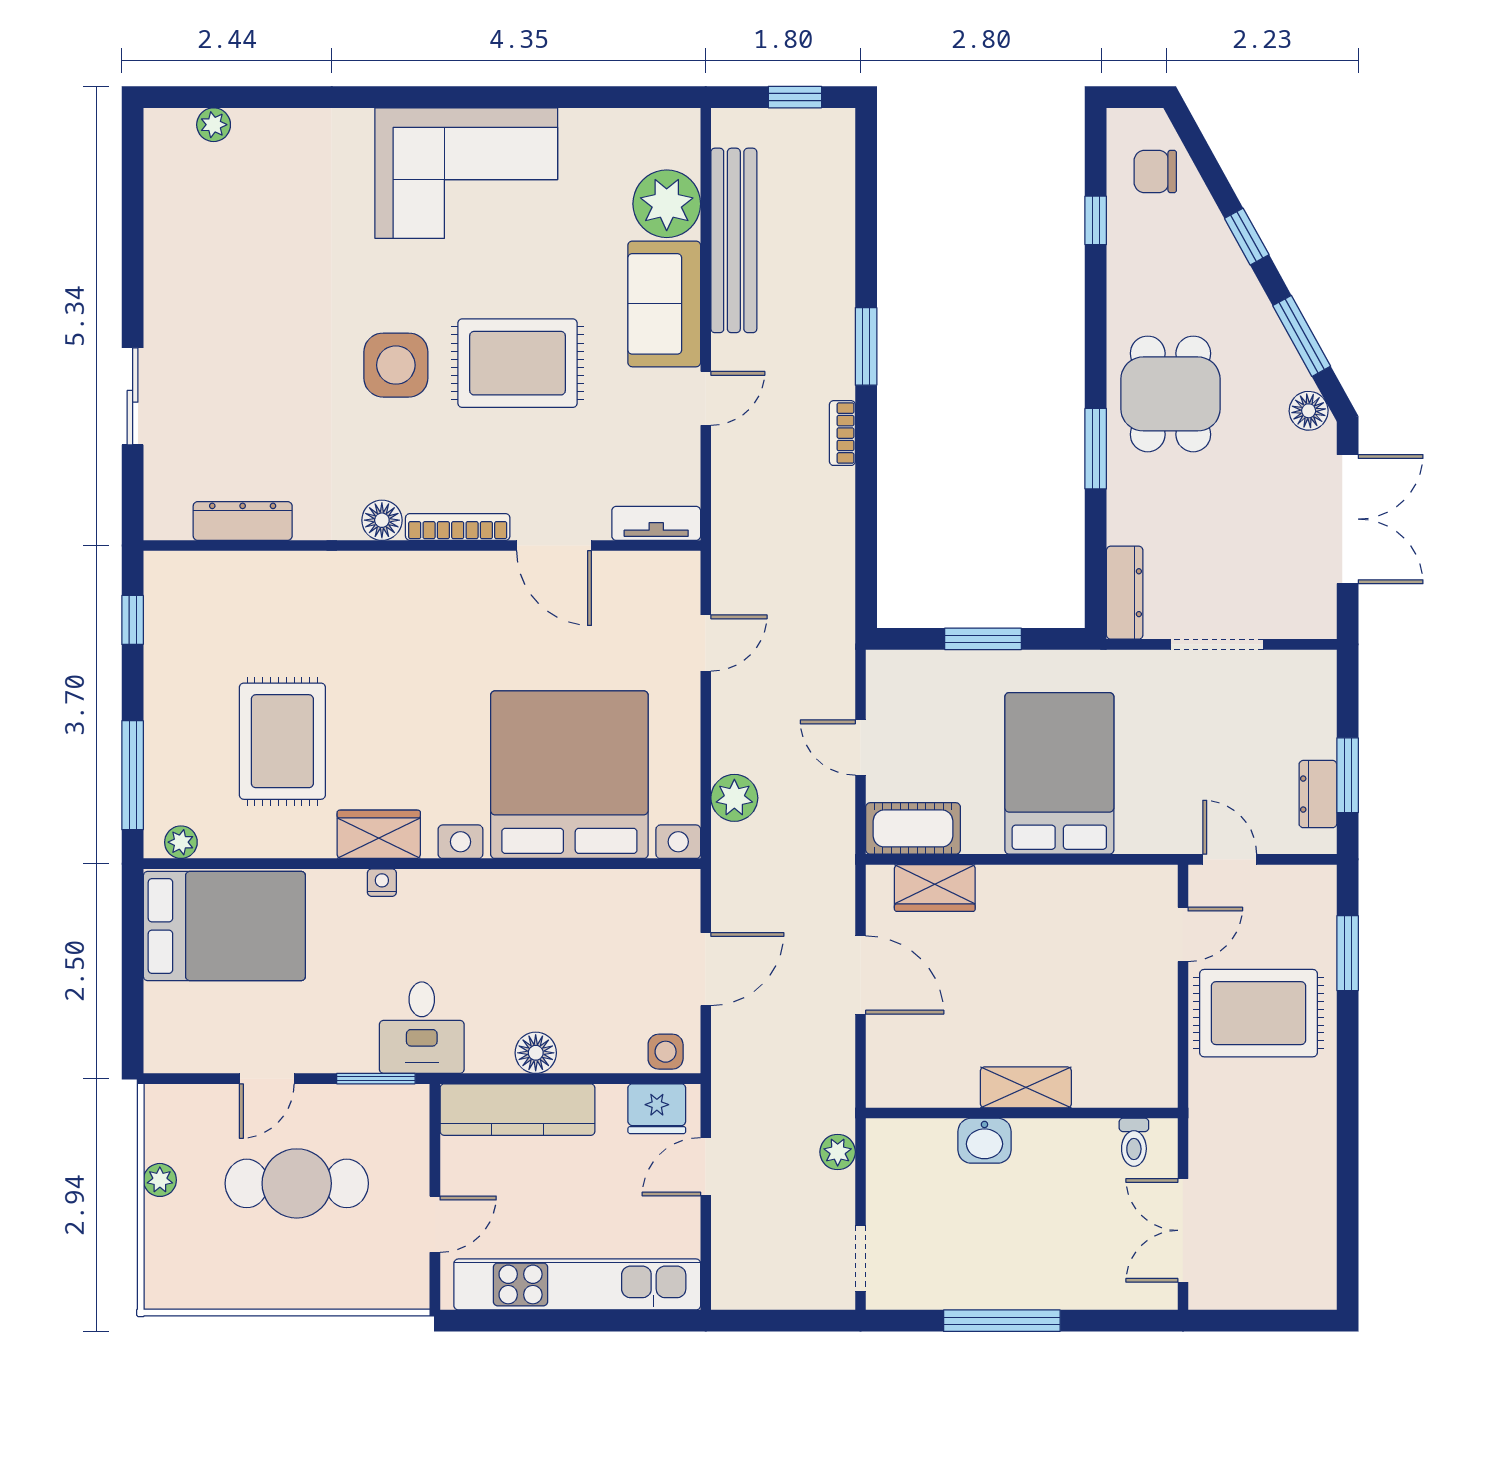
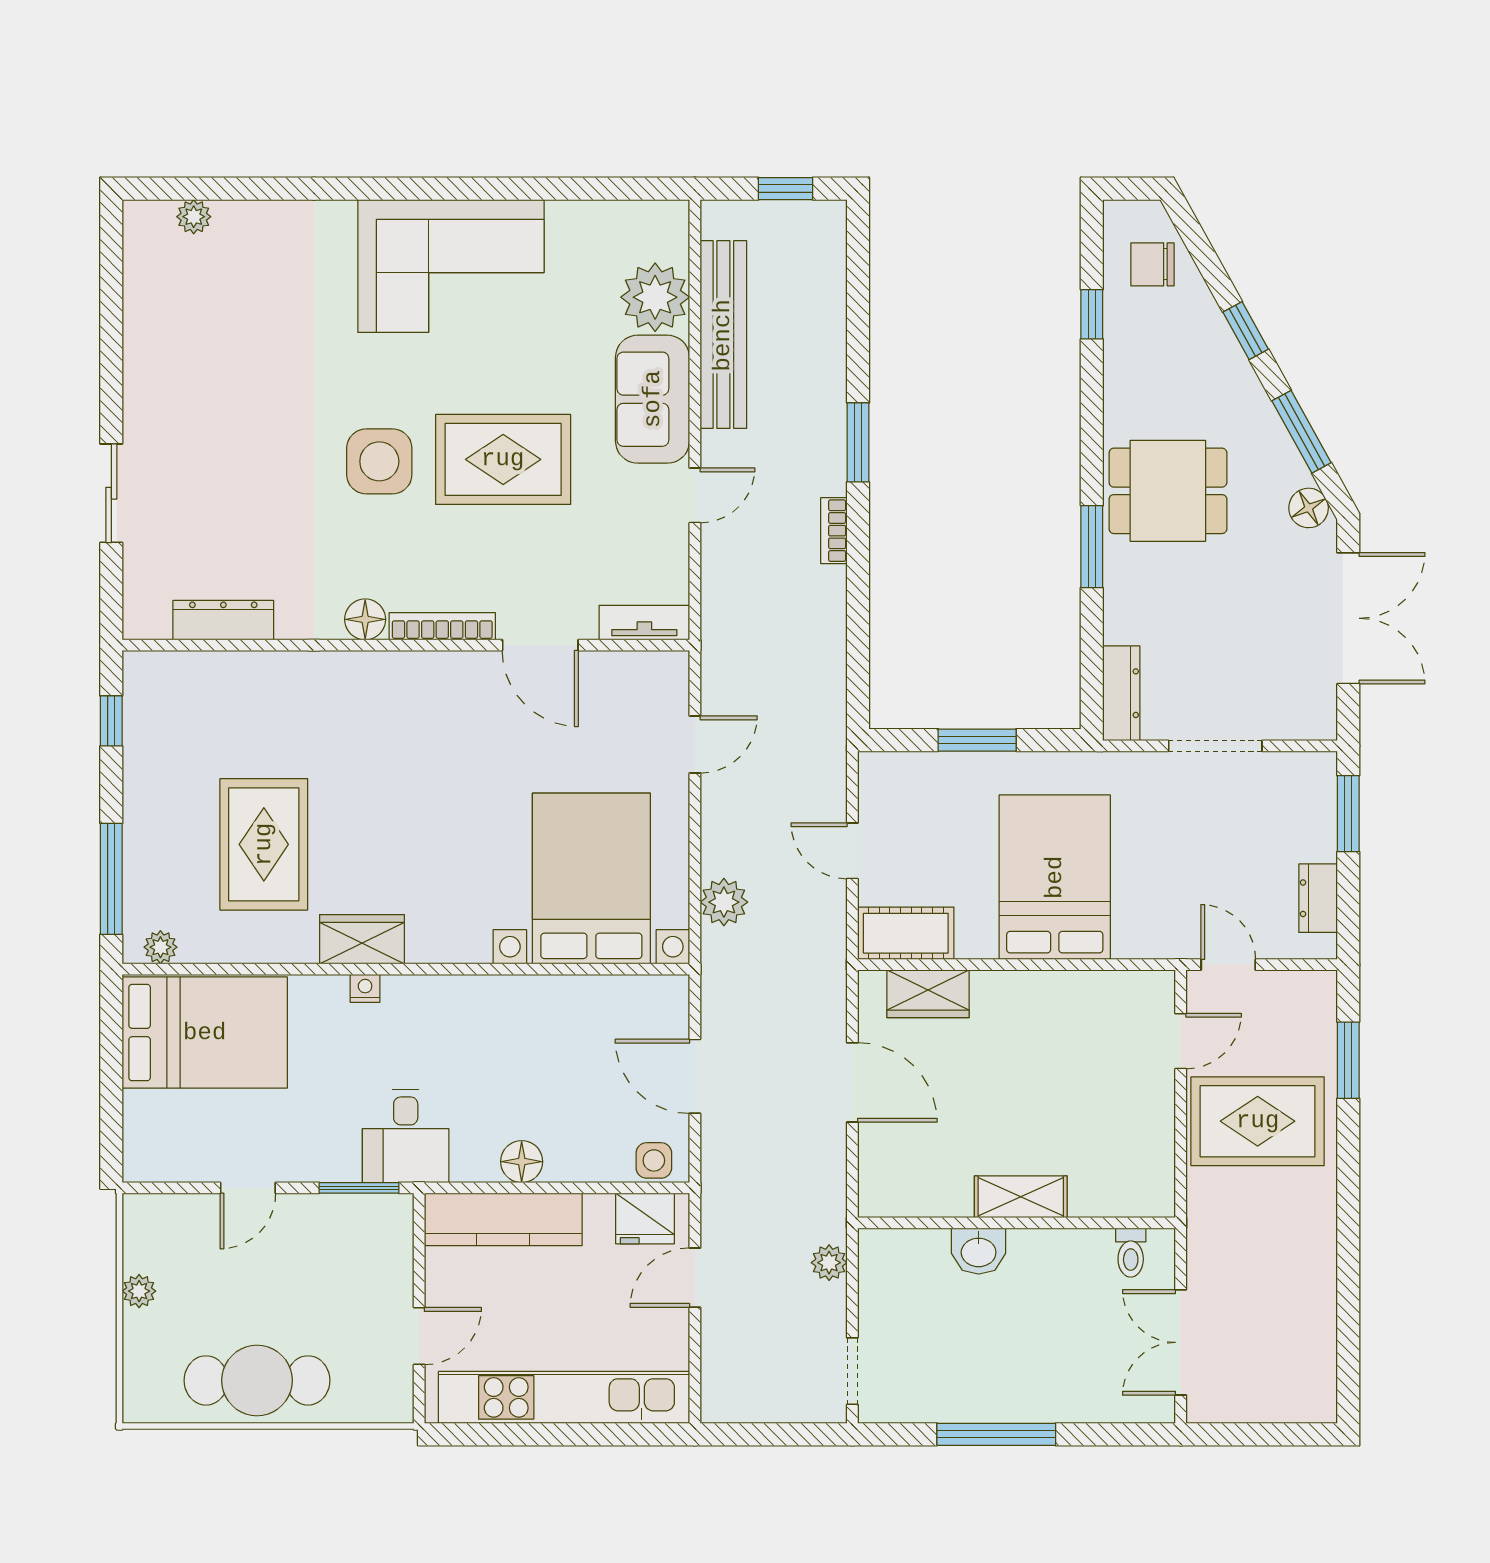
dining table: (1170, 394) -> (1168, 491), turned 90
bed with nightstands: (569, 775) -> (591, 878), width x0.73
window: (1348, 775) -> (1348, 814), moved
door: (706, 969) -> (695, 1076), swing flipped
cafe table: (297, 1183) -> (257, 1380), moved

